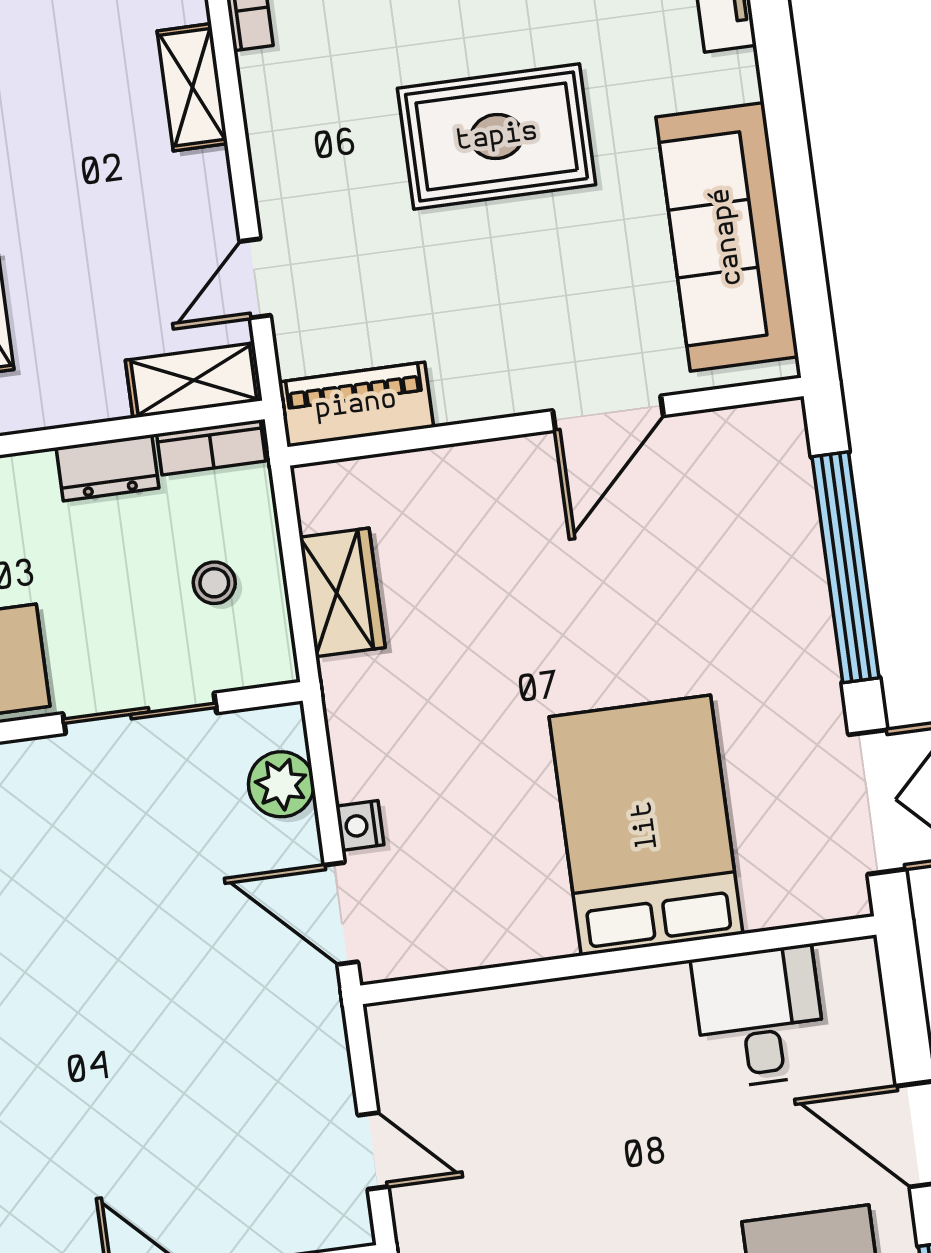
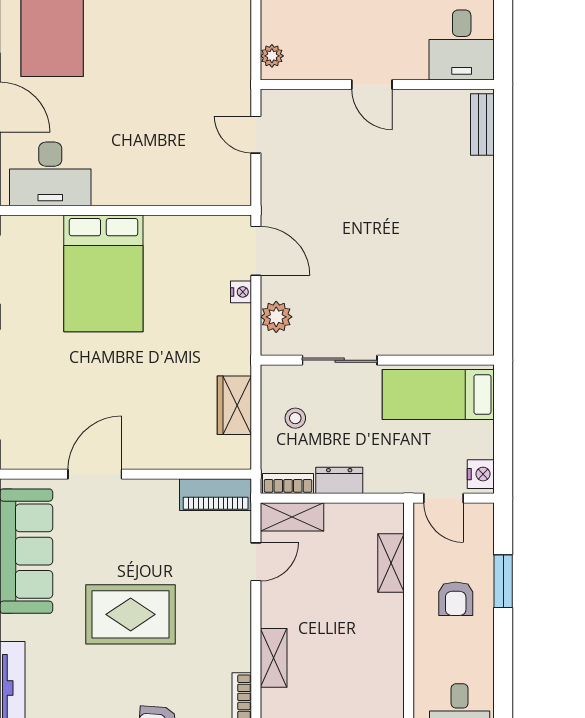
desk: (760, 1017) -> (50, 174), width x1.37

